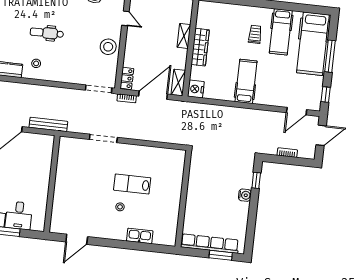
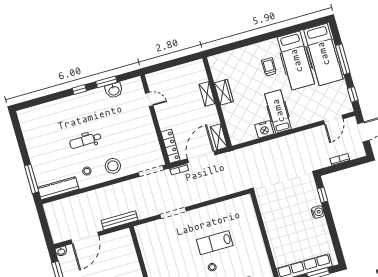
hospital bed: (281, 32) -> (296, 61), width x1.37, depth x1.29
stool: (108, 47) -> (113, 166), moved
wardrobe: (200, 47) -> (224, 92), width x0.67
locker: (127, 78) -> (171, 146), width x1.53
nightstand: (196, 89) -> (264, 129), moved, turned -90

